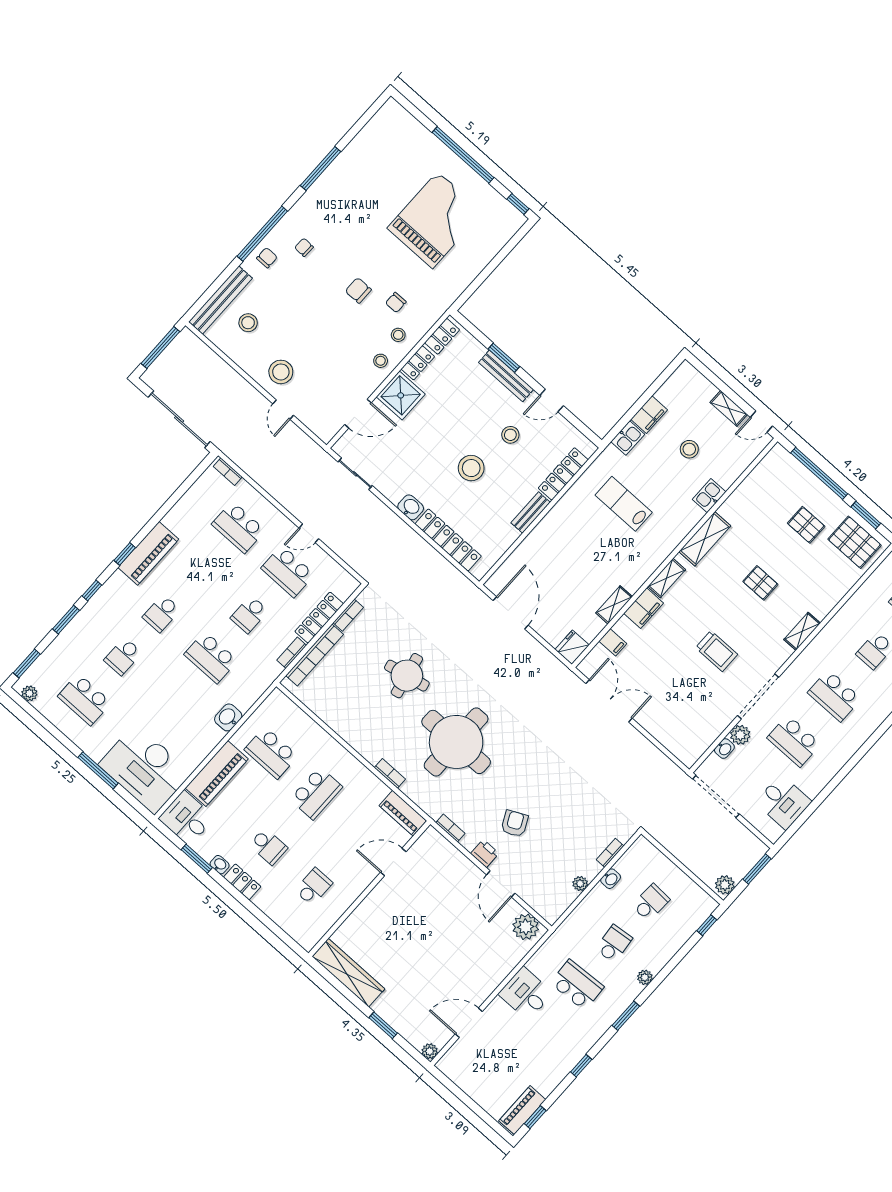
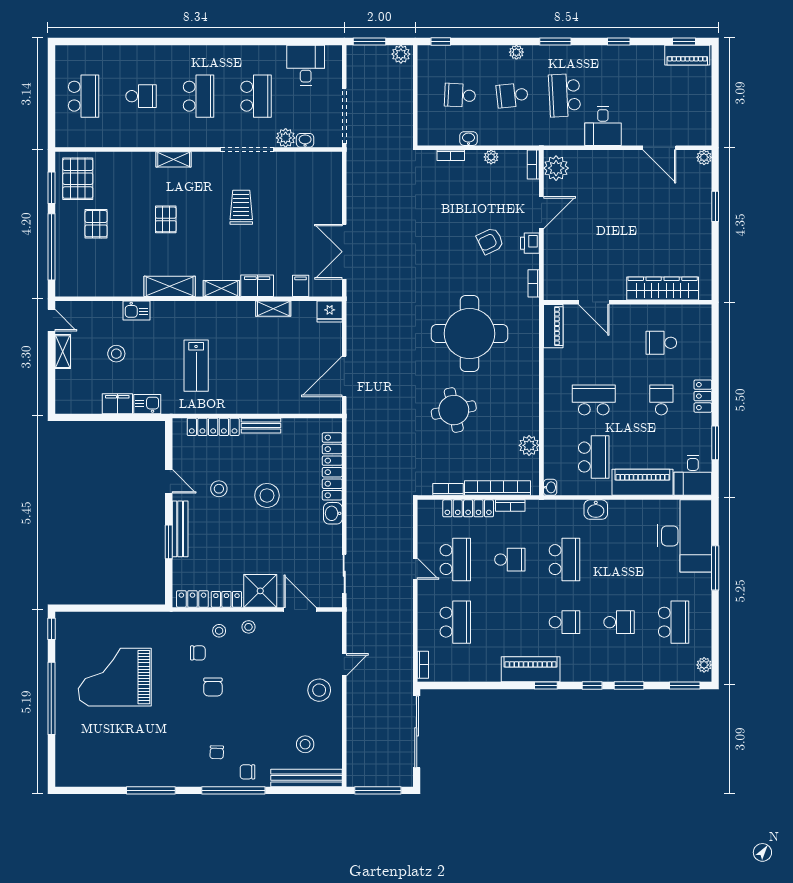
plant: (326, 710) -> (529, 445), added
bookcase: (390, 773) -> (533, 165), moved
washbasin: (220, 865) -> (550, 487), moved, turned 180
wardrobe: (348, 973) -> (663, 288), moved, turned 90

